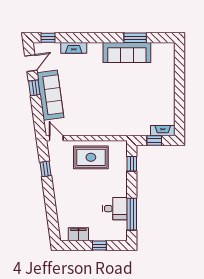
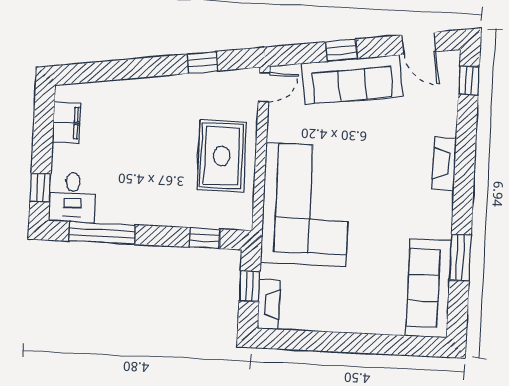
fireplace: (74, 48) -> (444, 163), moved
sofa: (127, 53) -> (429, 288), moved
window: (34, 88) -> (341, 50), moved
corner sofa: (113, 115) -> (306, 205), added
desk: (115, 209) -> (72, 197), moved
window: (99, 246) -> (40, 187), moved

